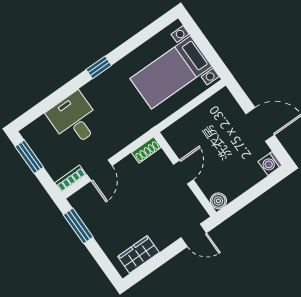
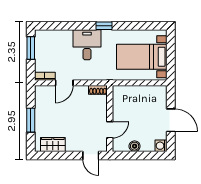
desk: (74, 119) -> (87, 45), moved
door: (183, 172) -> (110, 130), moved
boiler: (218, 201) -> (135, 146), moved
window: (78, 226) -> (31, 120), moved

